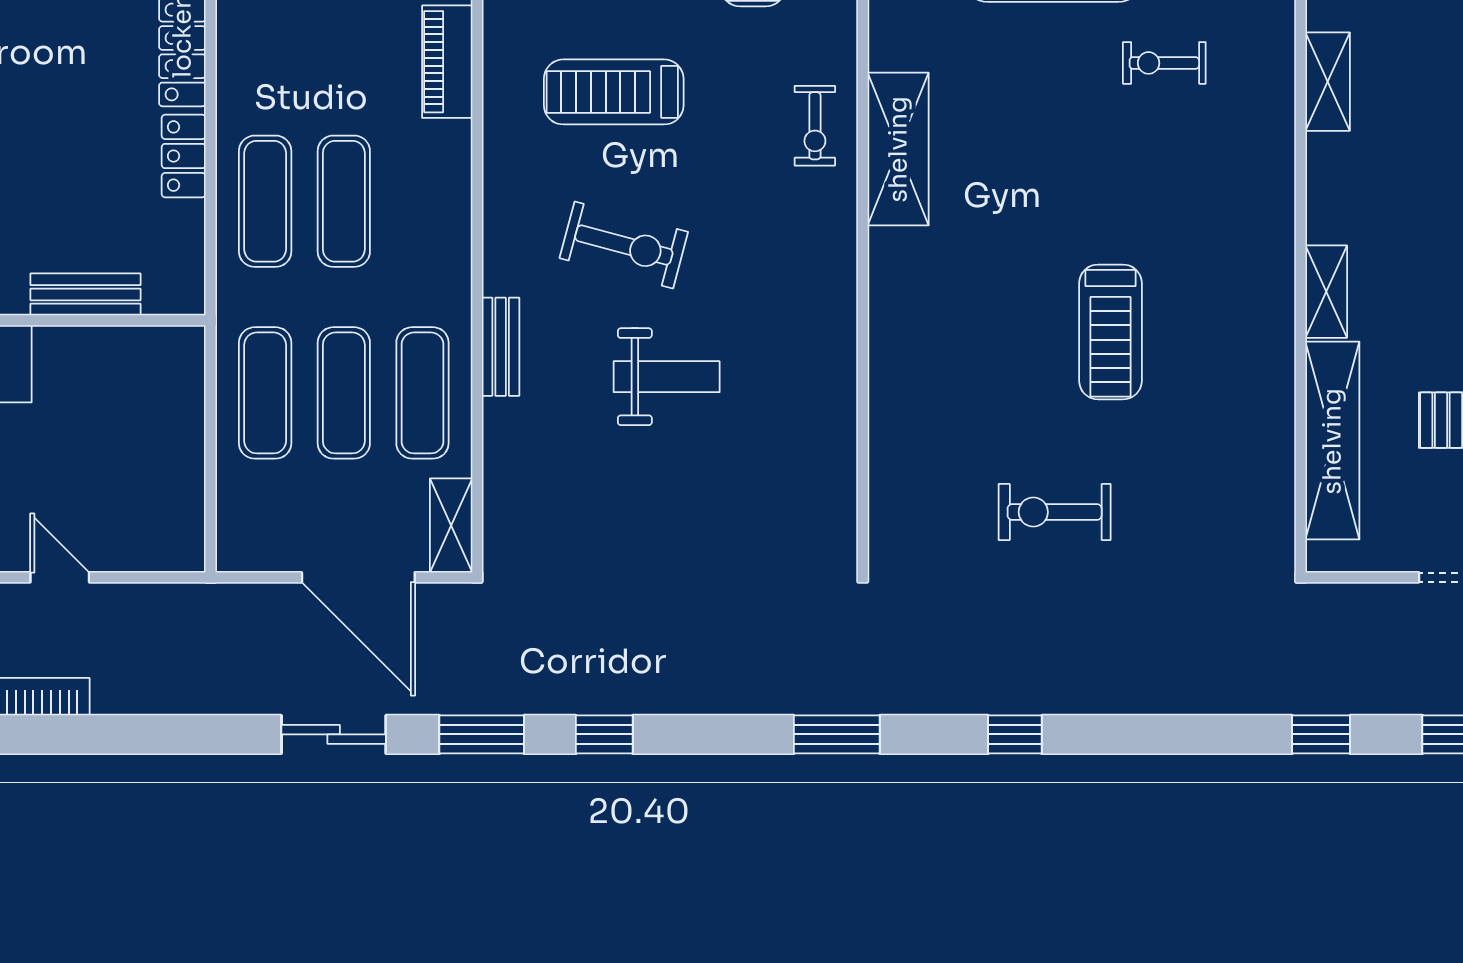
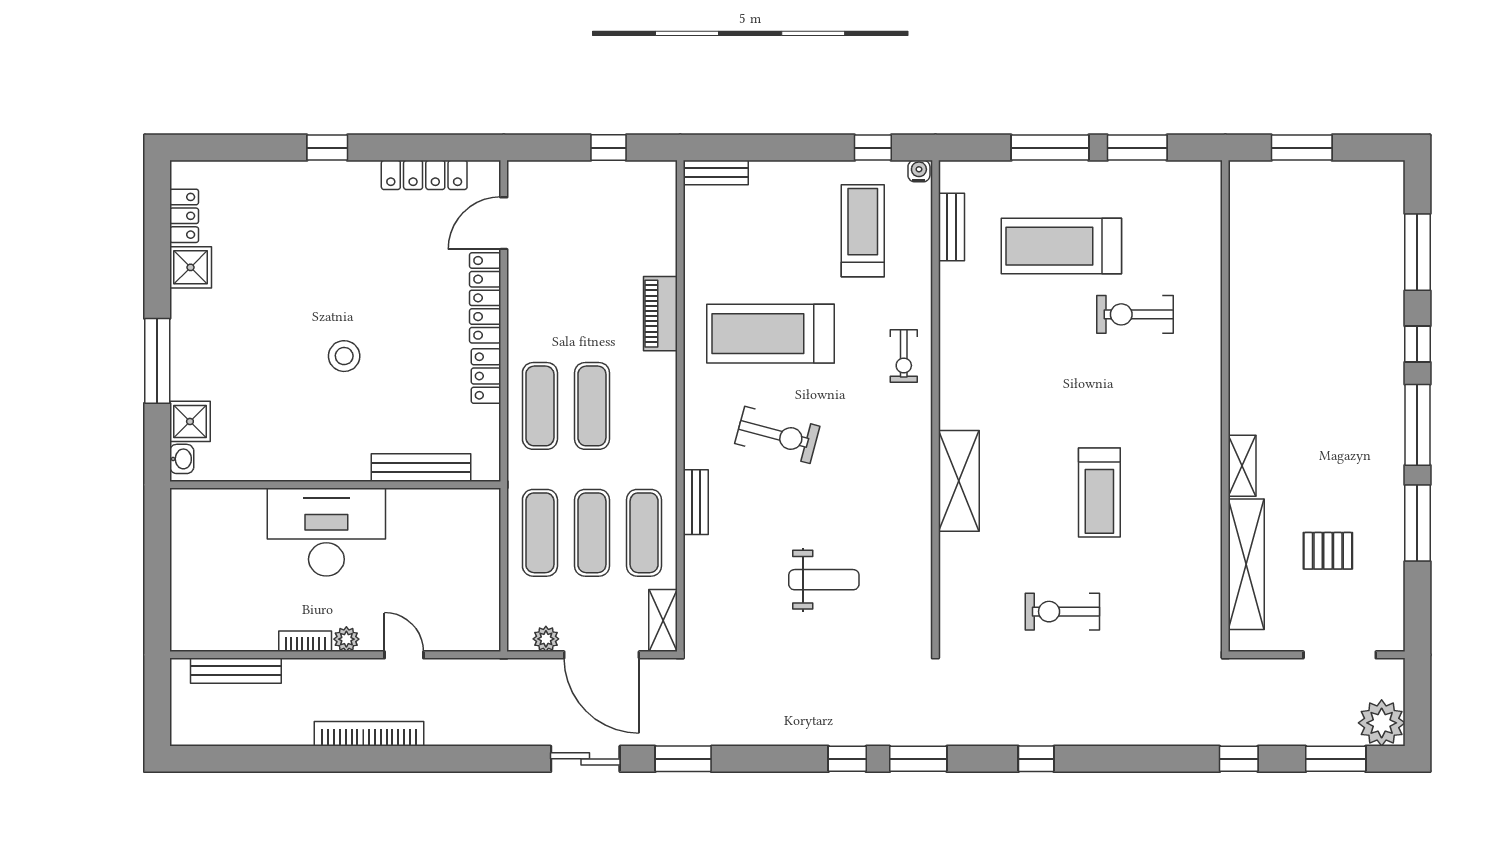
exercise bike: (1164, 63) -> (1135, 314), width x1.38, depth x1.39
shelving: (1328, 82) -> (1243, 327), removed
treadmill: (614, 92) -> (771, 334), width x1.37, depth x1.38
shelving: (898, 149) -> (959, 481), moved
bench: (86, 294) -> (421, 468), width x1.36
weight bench: (667, 377) -> (824, 580), moved
plant: (274, 553) -> (546, 639), added
window: (604, 734) -> (847, 759), moved

